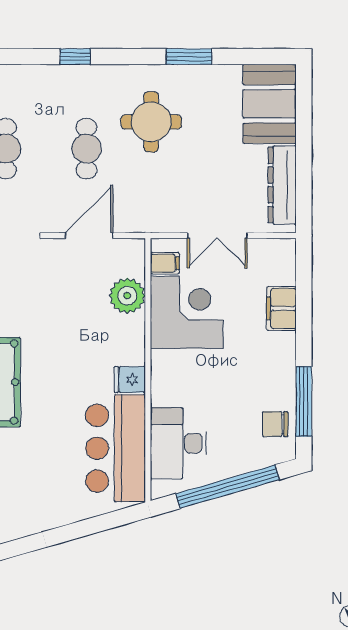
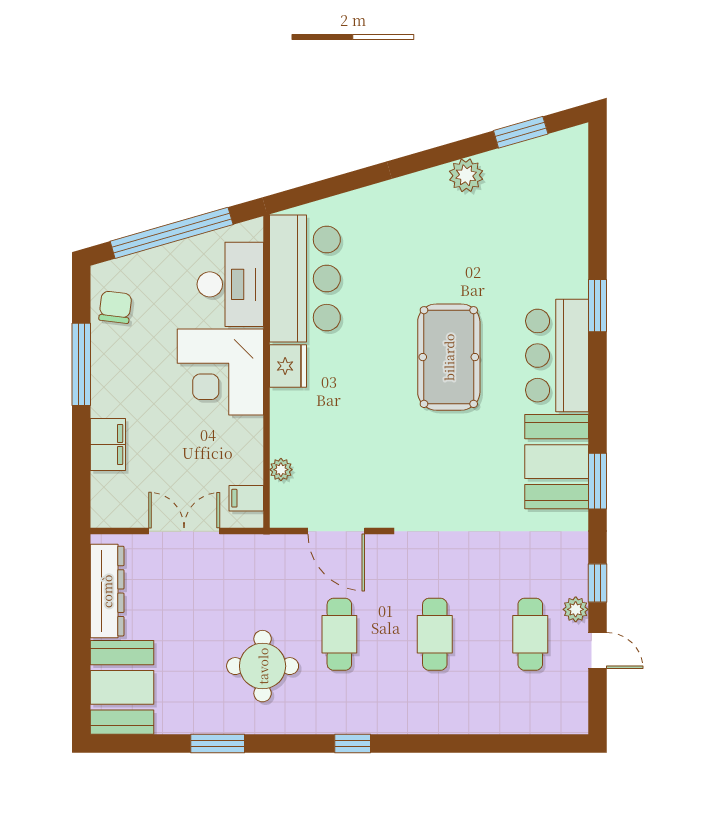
door: (89, 236) -> (336, 531), hinge flipped
plant: (127, 296) -> (281, 470), width x0.53, depth x0.53
corner desk: (187, 312) -> (220, 372), moved
fridge: (130, 380) -> (288, 366), width x1.38
window: (304, 401) -> (81, 364), moved
chair: (275, 424) -> (115, 307), turned -83

